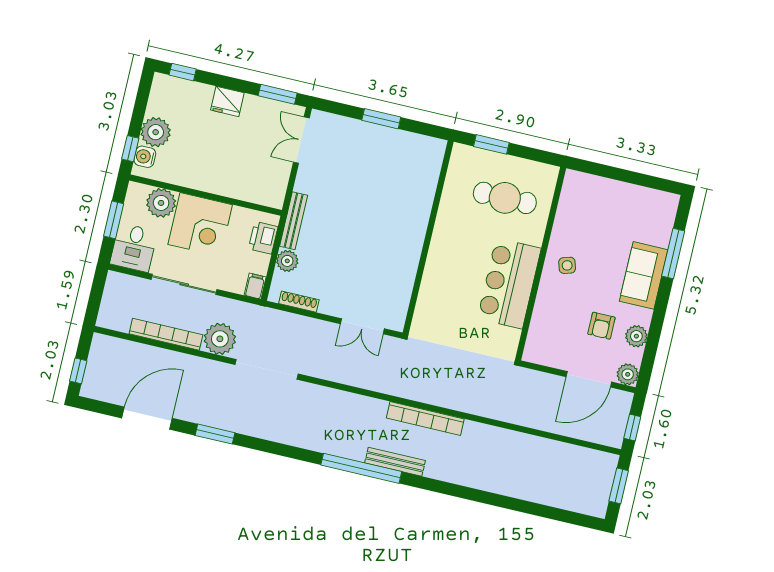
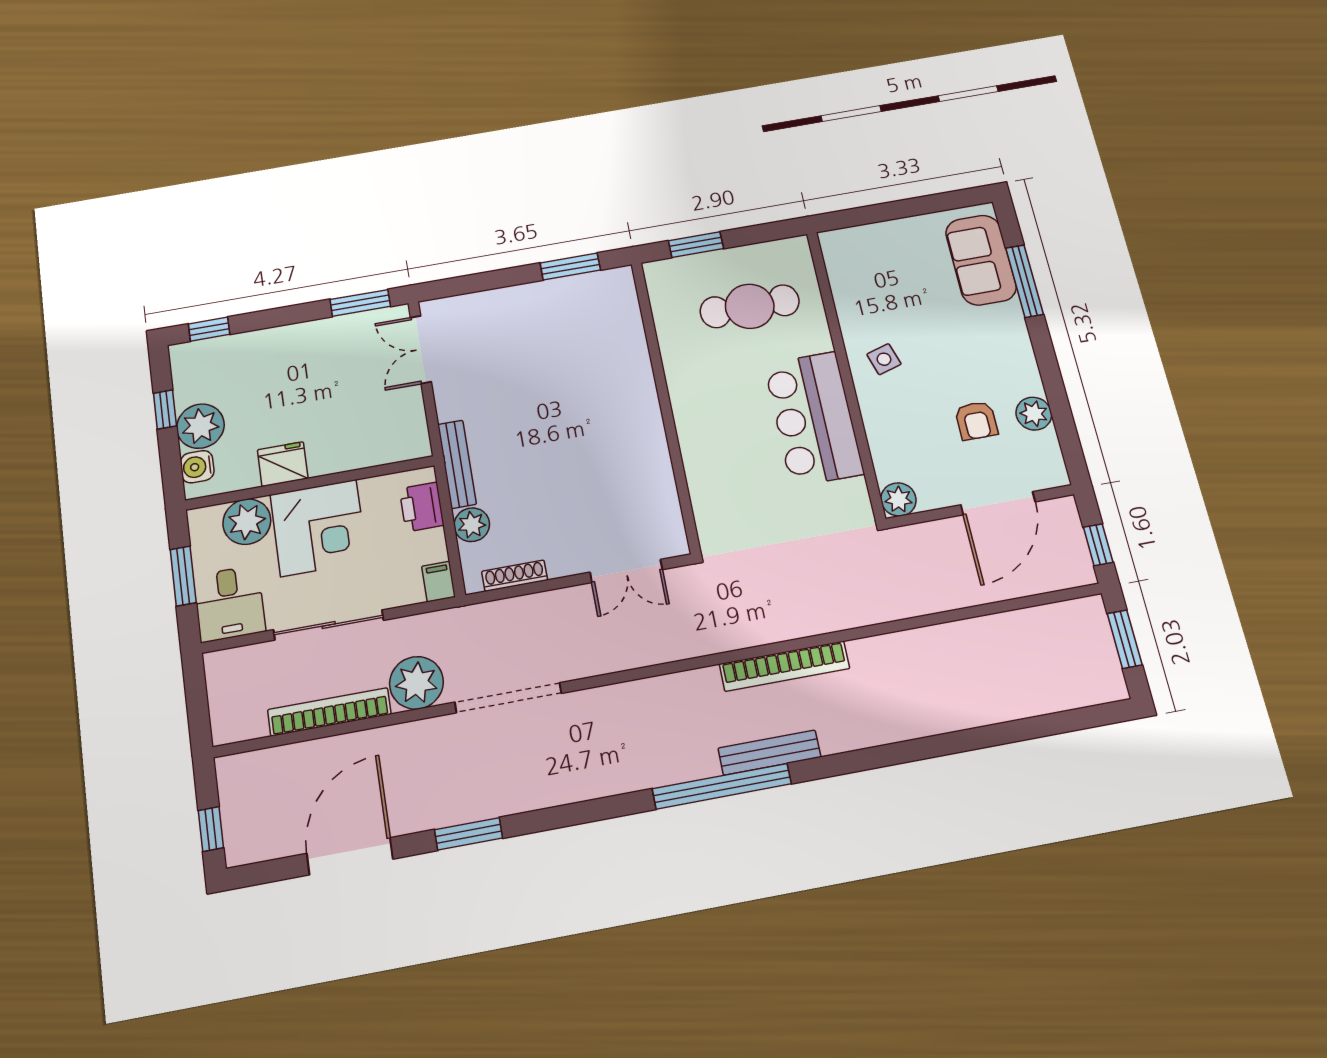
fridge: (227, 101) -> (283, 464), moved, turned 180
window: (381, 119) -> (570, 266), moved
window: (130, 149) -> (165, 409), moved
sofa: (644, 275) -> (981, 260), moved
plant: (628, 374) -> (898, 499), moved

